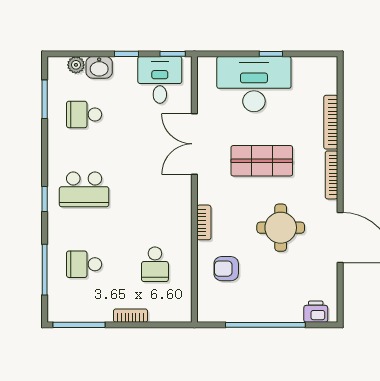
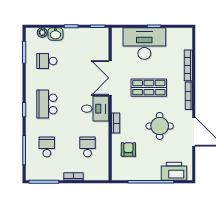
desk: (160, 80) -> (95, 109), moved, turned 90
school desk: (84, 189) -> (47, 104), turned 90
school desk: (84, 264) -> (47, 147), turned 90
school desk: (155, 264) -> (87, 147), turned 180
armchair: (226, 269) -> (128, 149), turned 90
printer: (316, 312) -> (174, 171), width x1.87, depth x1.48

